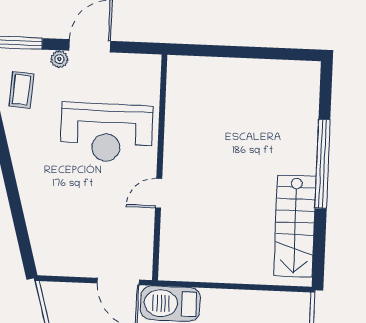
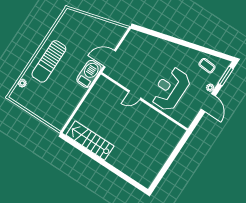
window: (323, 164) -> (108, 166), removed
door: (159, 193) -> (135, 95), swing flipped

